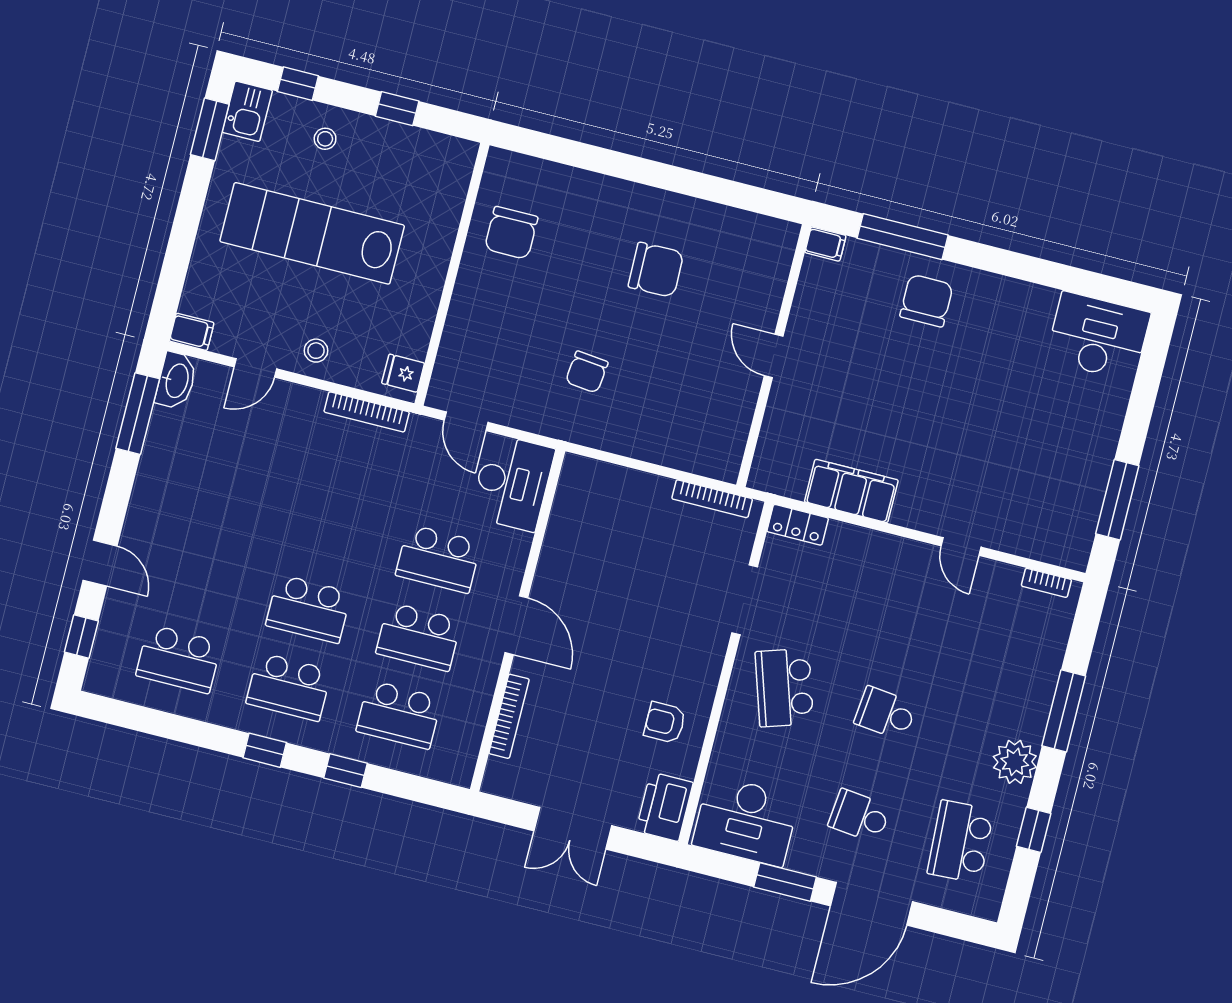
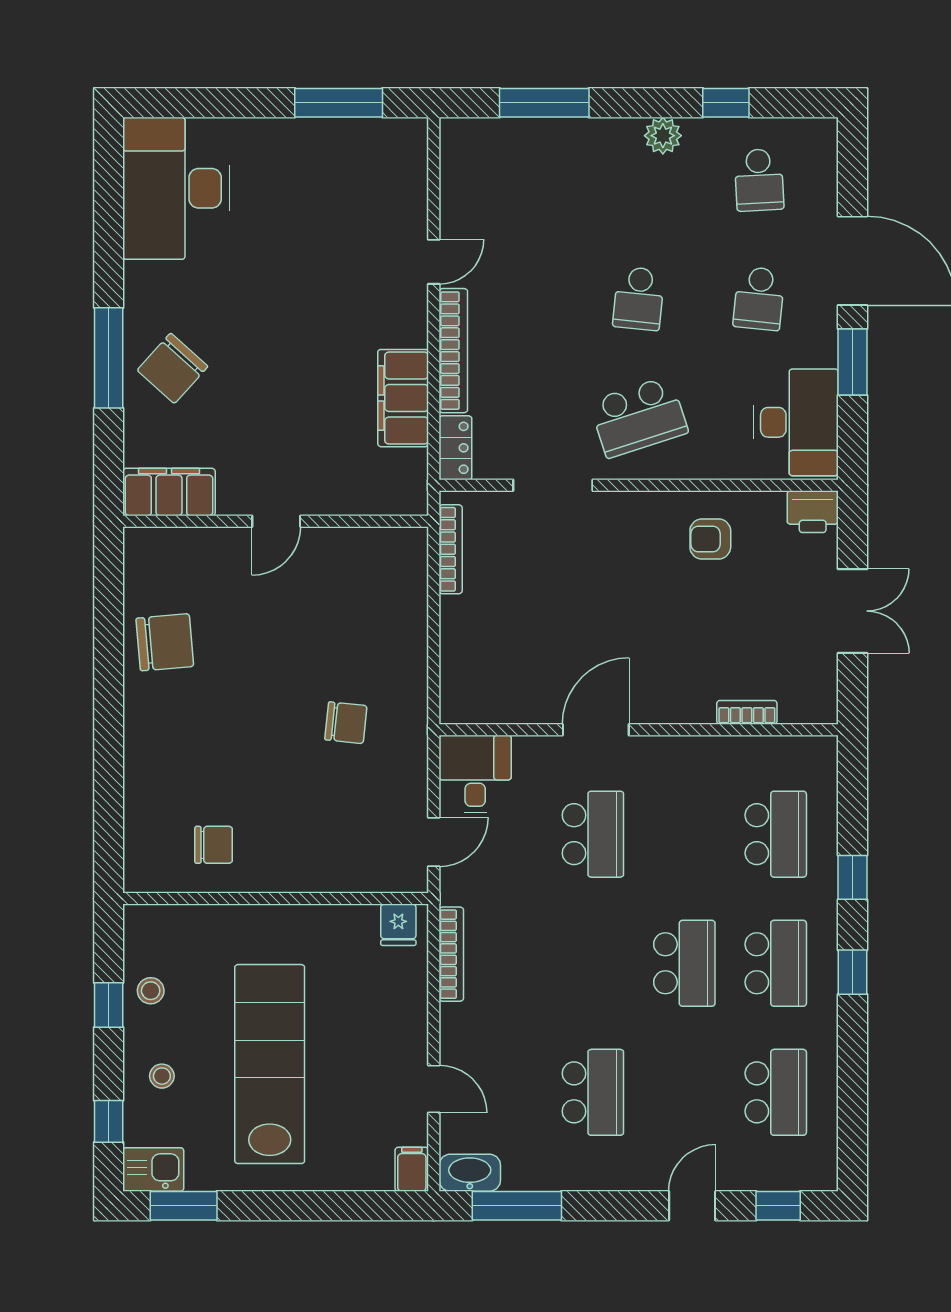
lab bench: (312, 233) -> (270, 1064), turned 180
chair: (511, 233) -> (214, 845), width x0.73, depth x0.73
window: (903, 237) -> (109, 358), moved
filing cabinet: (825, 244) -> (169, 492), width x3.00, depth x1.17
chair: (656, 270) -> (165, 642), moved, turned 86
chair: (926, 301) -> (173, 368), turned -48
desk: (1098, 336) -> (176, 188), width x1.36, depth x1.30
stool: (316, 351) -> (151, 991), moved
desk: (512, 483) -> (475, 774), width x0.73
bookcase: (1046, 583) -> (453, 351), moved, width x2.31, depth x1.31
door: (516, 625) -> (596, 730), moved
school desk: (419, 637) -> (593, 1092), moved
window: (1064, 711) -> (544, 103), moved
bookcase: (509, 716) -> (747, 712), width x0.64
armchair: (665, 723) -> (710, 539), turned 90
plant: (1015, 762) -> (663, 136), width x0.73, depth x0.73
printer: (665, 807) -> (813, 512), width x0.73, depth x0.84
school desk: (961, 842) -> (759, 180), width x0.54

